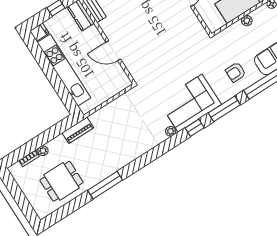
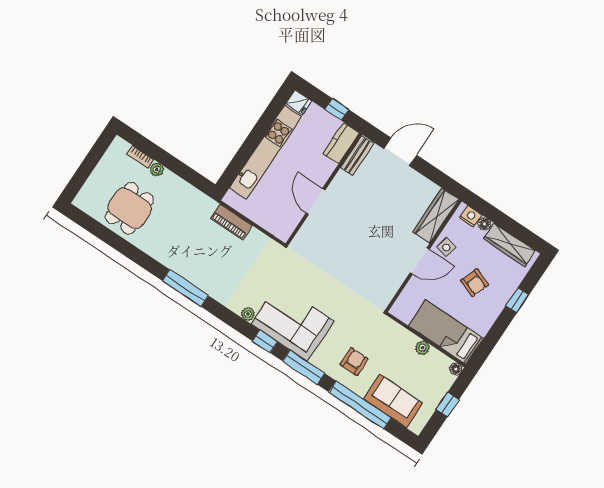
armchair: (236, 72) -> (354, 362), turned 90
piano: (78, 130) -> (231, 222), moved
dining table: (62, 181) -> (130, 208), turned 90
window: (105, 185) -> (185, 288), moved

